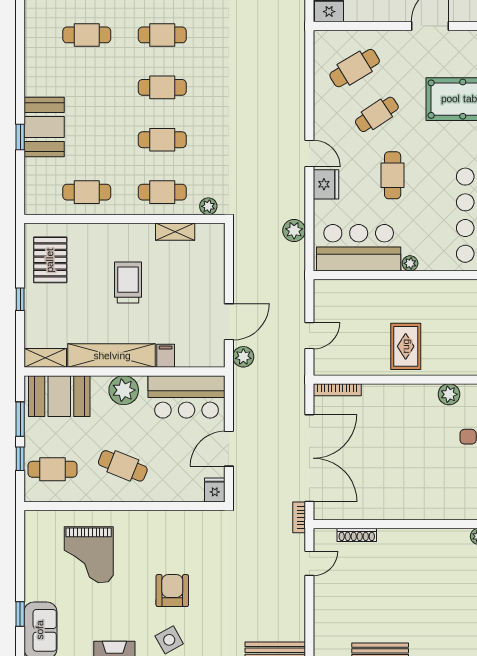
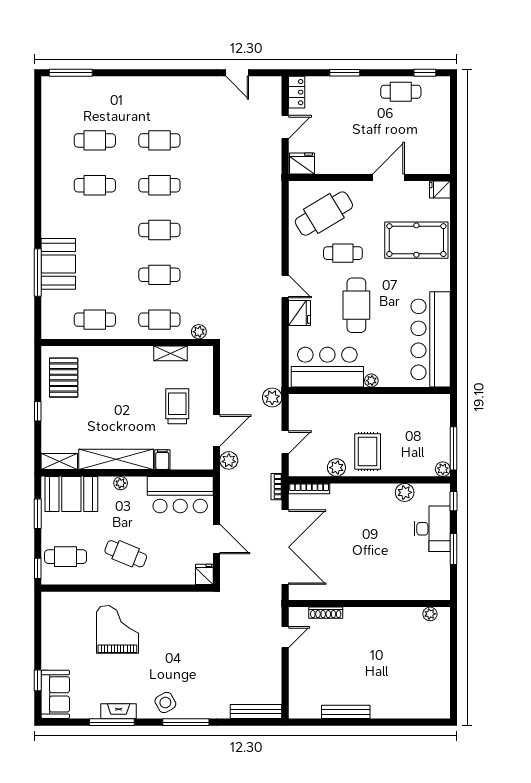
cafe table: (355, 68) -> (324, 214), width x1.37, depth x1.35
cafe table: (377, 114) -> (343, 253), turned 34
window: (20, 137) -> (38, 273), width x2.17
cafe table: (393, 175) -> (356, 305), width x1.37, depth x1.35
plant: (294, 231) -> (272, 397), moved
trolley: (128, 283) -> (177, 406), moved
plant: (369, 365) -> (336, 468), added
plant: (124, 390) -> (121, 483), width x0.53, depth x0.53
door: (229, 449) -> (216, 539), swing flipped
window: (20, 459) -> (38, 568), moved
bookcase: (299, 517) -> (276, 487), moved
grand piano: (89, 555) -> (117, 629), moved, turned 180
armchair: (172, 591) -> (168, 660), removed

